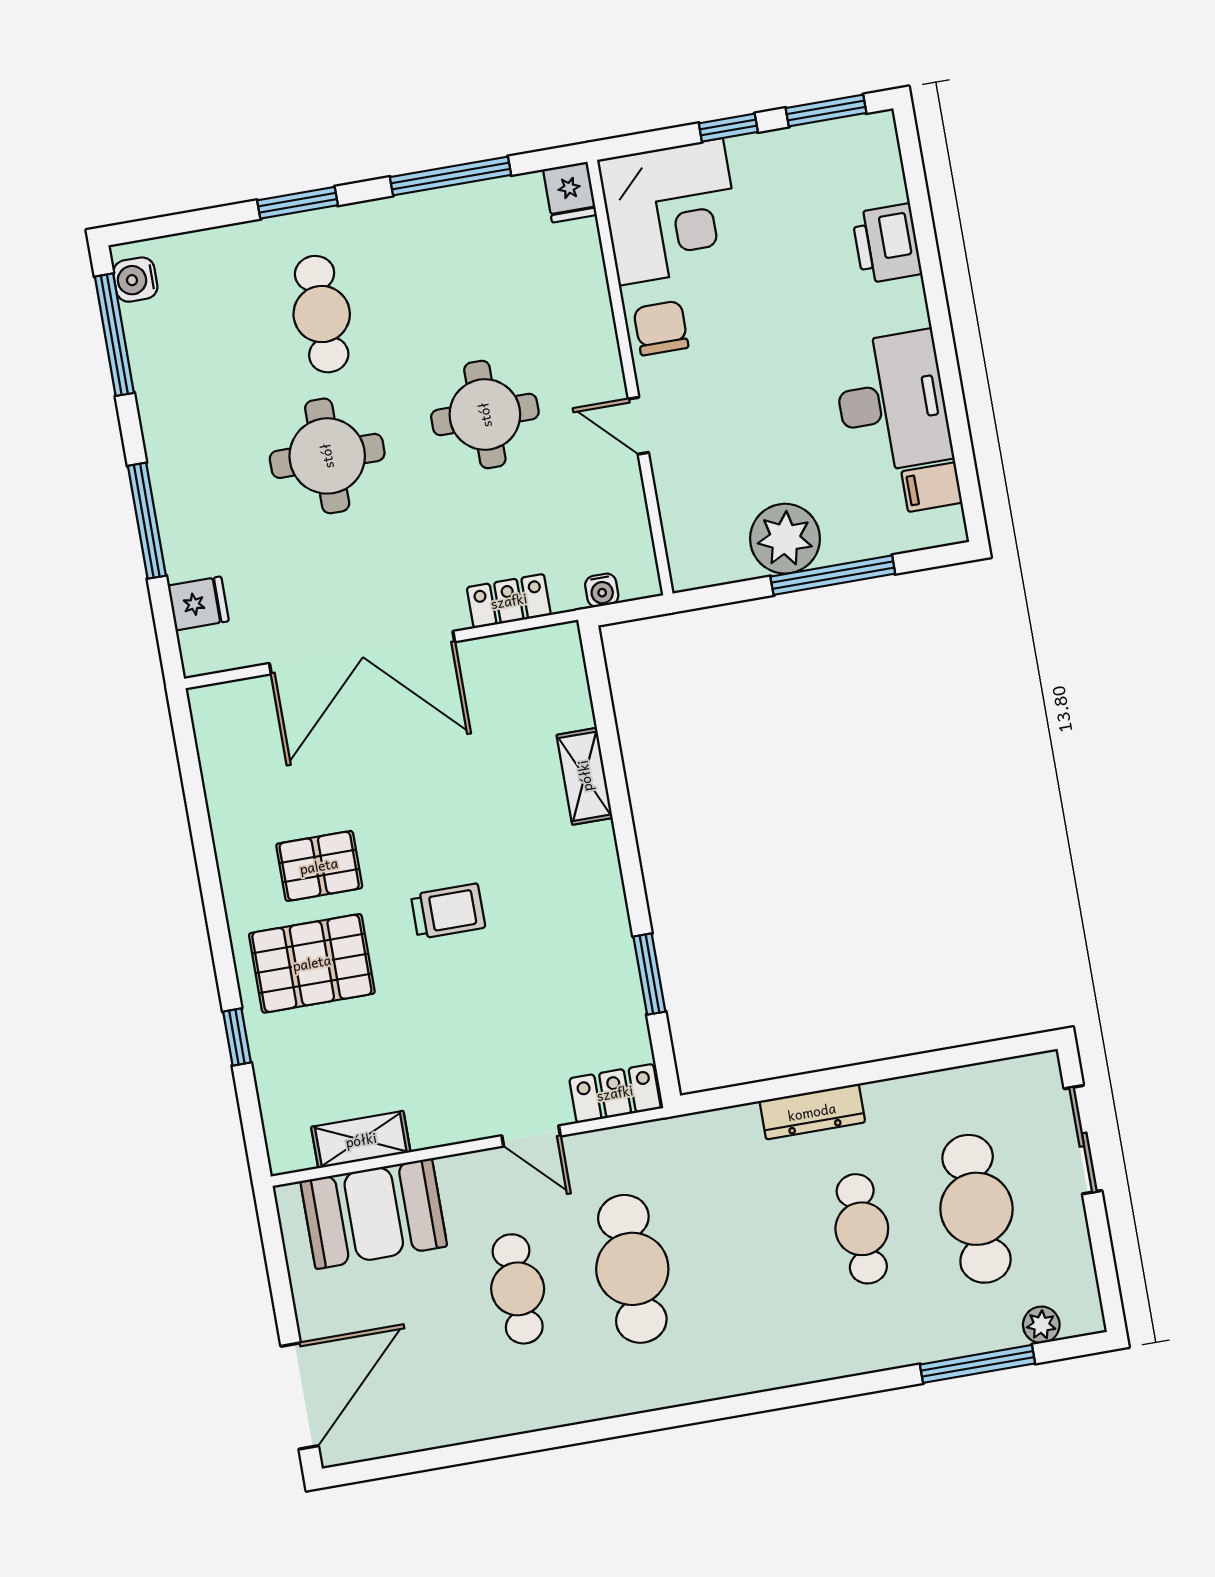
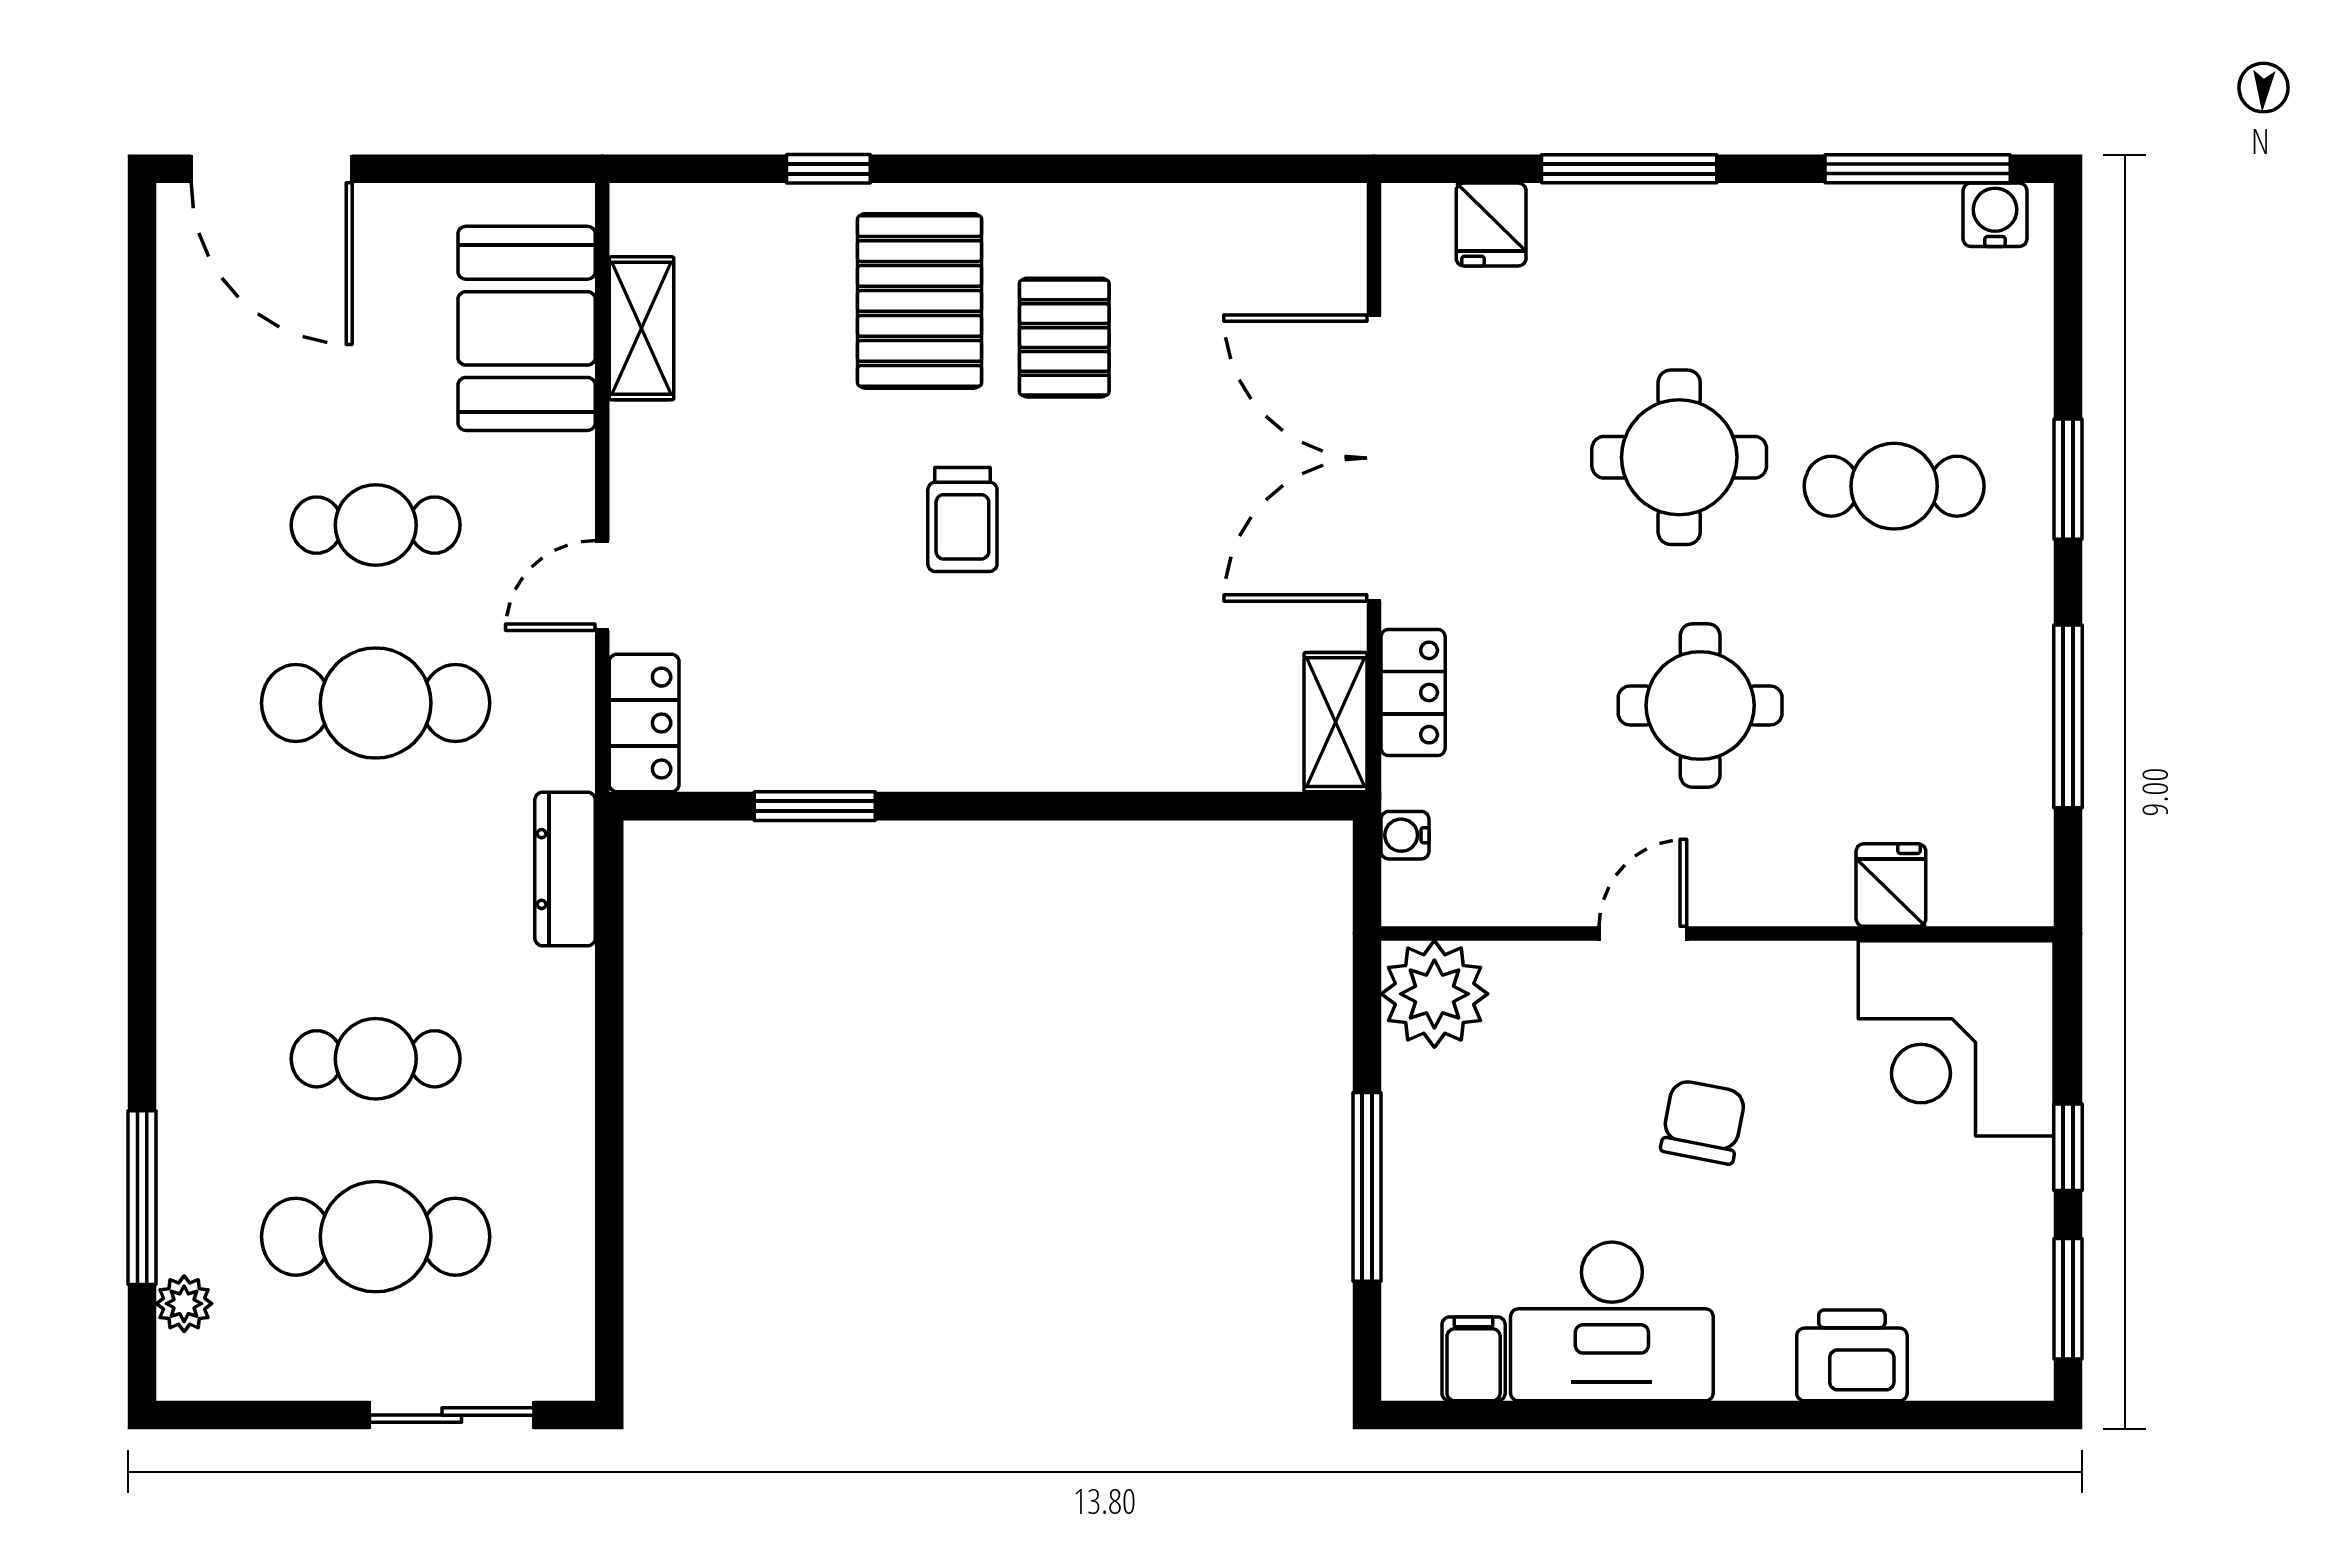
fridge: (570, 192) -> (1891, 885), moved, turned 90
chair: (661, 328) -> (1703, 1122), moved, turned -79
plant: (785, 539) -> (1434, 994), moved
shelving: (585, 776) -> (1336, 722), moved, turned 90
dresser: (812, 1112) -> (565, 869), moved

